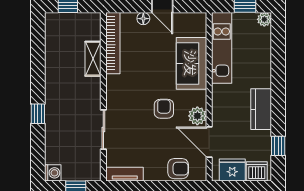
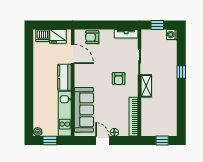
shelving: (93, 59) -> (146, 86), moved
sofa: (191, 63) -> (84, 110), width x1.36
armchair: (164, 109) -> (119, 78), moved
kitchen counter: (261, 109) -> (65, 77), moved, turned 180
plant: (197, 116) -> (80, 71), removed
window: (278, 146) -> (29, 52), removed

